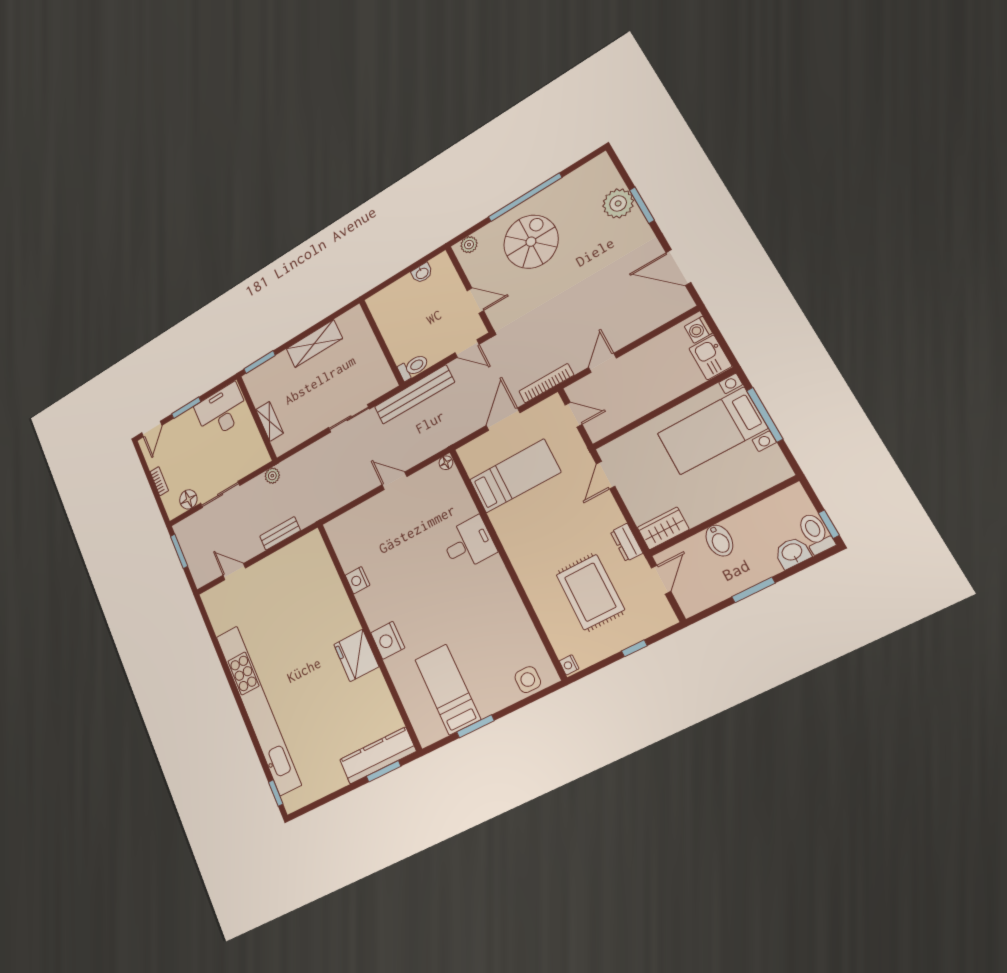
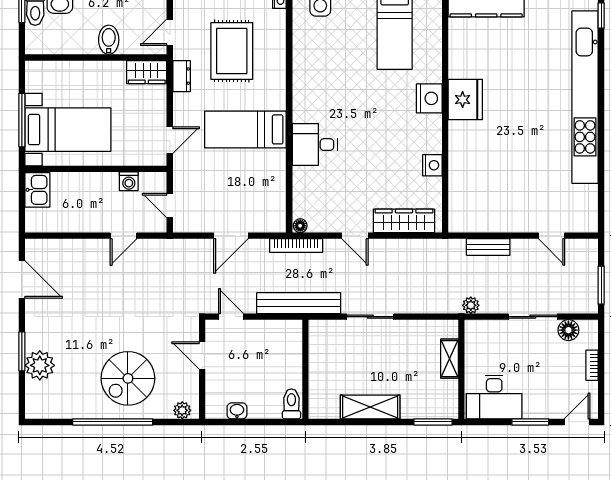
washing machine: (698, 330) -> (129, 181), moved, turned 90
toilet: (413, 367) -> (291, 404), moved, turned 90
bookcase: (546, 383) -> (296, 246), moved
bed: (515, 476) -> (245, 129), moved
wardrobe: (359, 517) -> (404, 221), added

